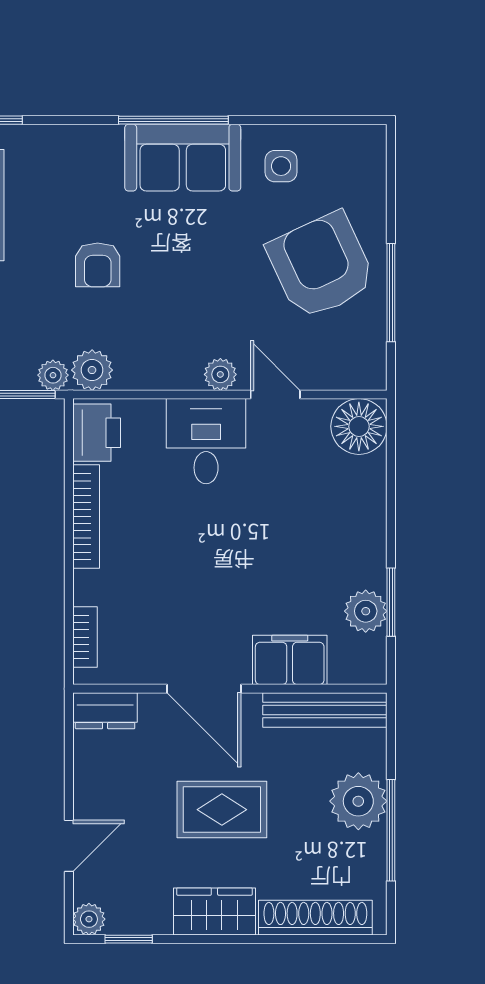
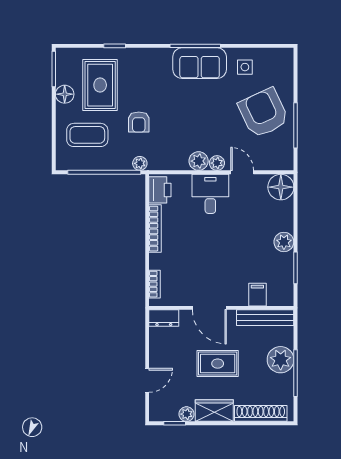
armchair: (98, 265) -> (139, 122), moved
plant: (92, 370) -> (199, 161), moved
plant: (366, 611) -> (284, 242), moved
filing cabinet: (290, 660) -> (257, 295), width x0.50
plant: (89, 919) -> (187, 414), moved

